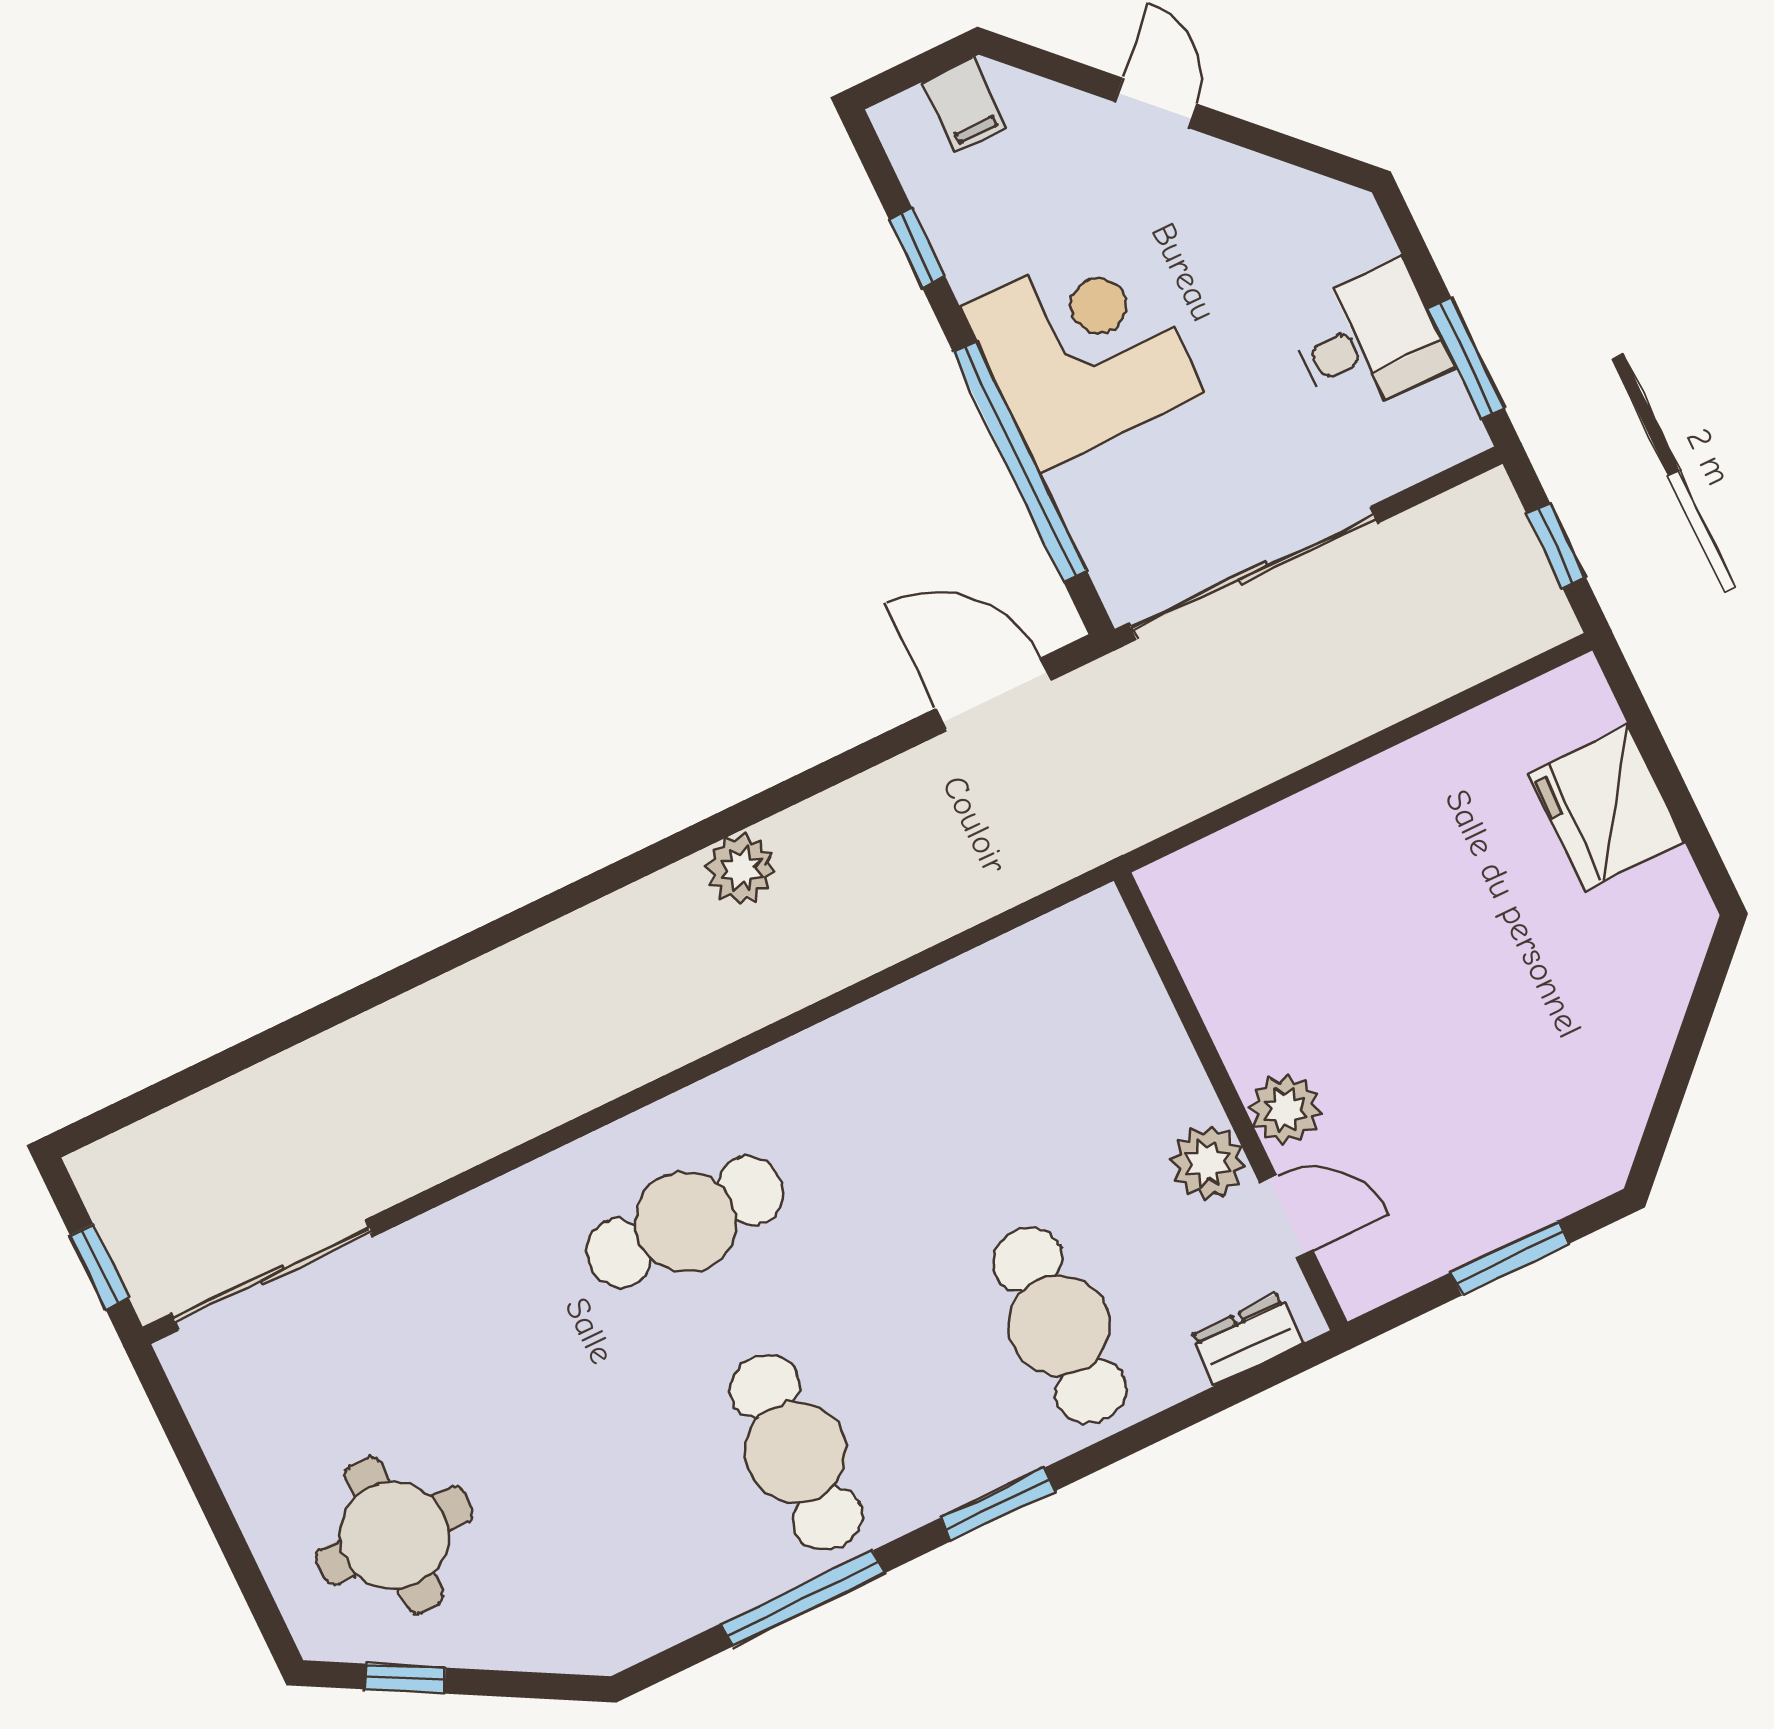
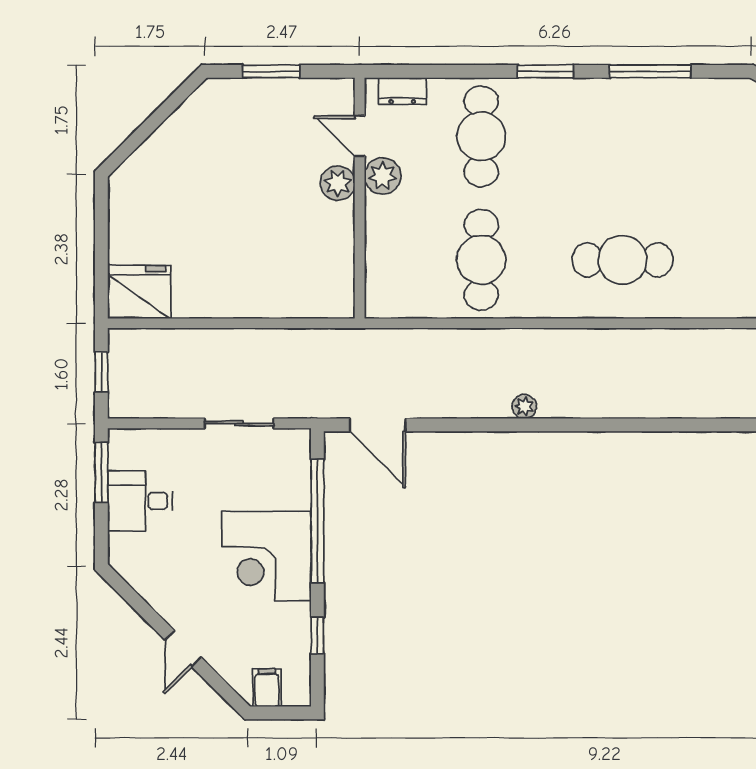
sliding door: (1254, 573) -> (239, 423), width x0.54
fridge: (1607, 807) -> (139, 292), moved, turned -90
plant: (741, 869) -> (524, 407), width x0.73, depth x0.73
cafe table: (796, 1452) -> (481, 260), moved

